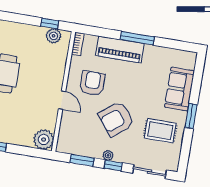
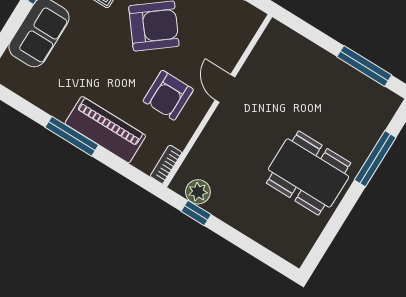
plant: (44, 140) -> (278, 40), removed

